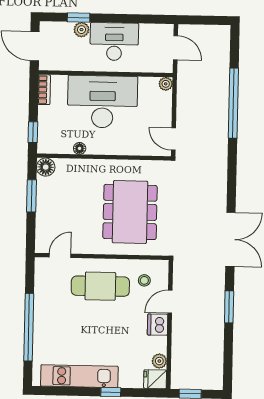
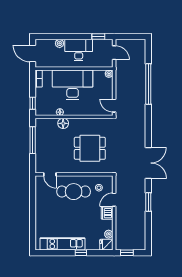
window: (79, 18) -> (98, 36), moved
floor lamp: (46, 167) -> (63, 123), moved
window: (32, 196) -> (33, 140), width x1.44
dining table: (130, 212) -> (90, 148), width x0.73
door: (60, 256) -> (50, 174), swing flipped
window: (29, 327) -> (33, 216), removed

